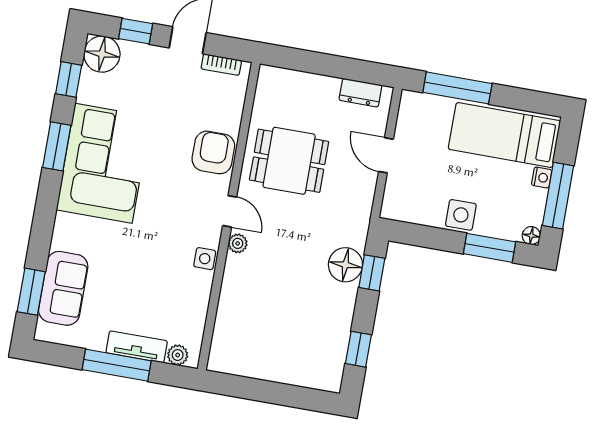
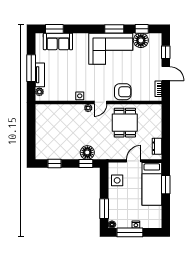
floor lamp: (102, 54) -> (141, 40), moved
window: (457, 88) -> (166, 185), width x0.69
bed: (504, 135) -> (152, 184), moved, turned 180
side table: (461, 215) -> (117, 180), moved

